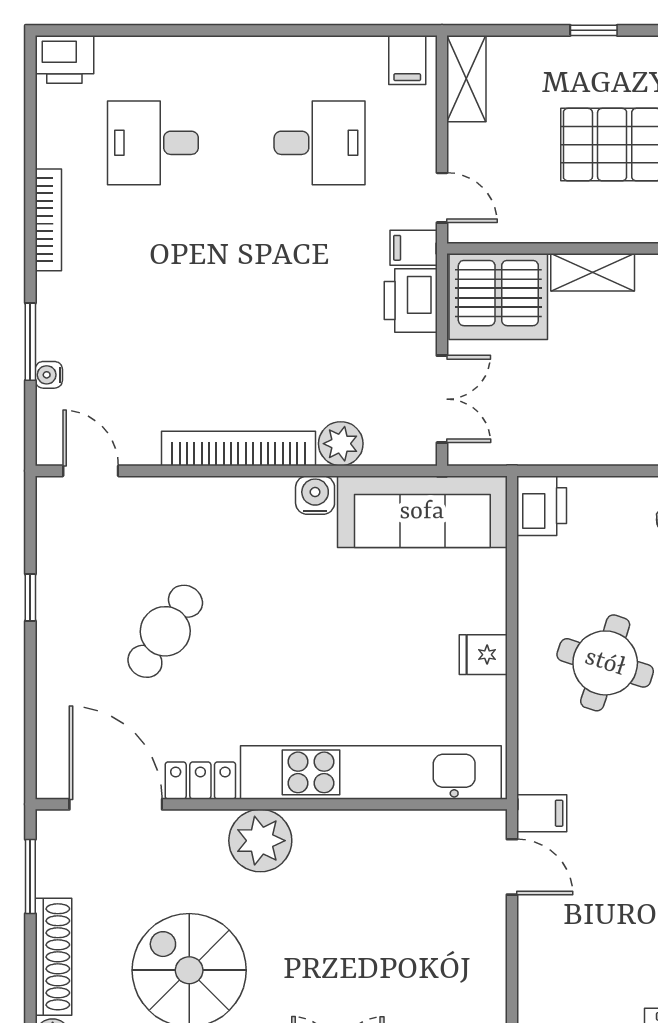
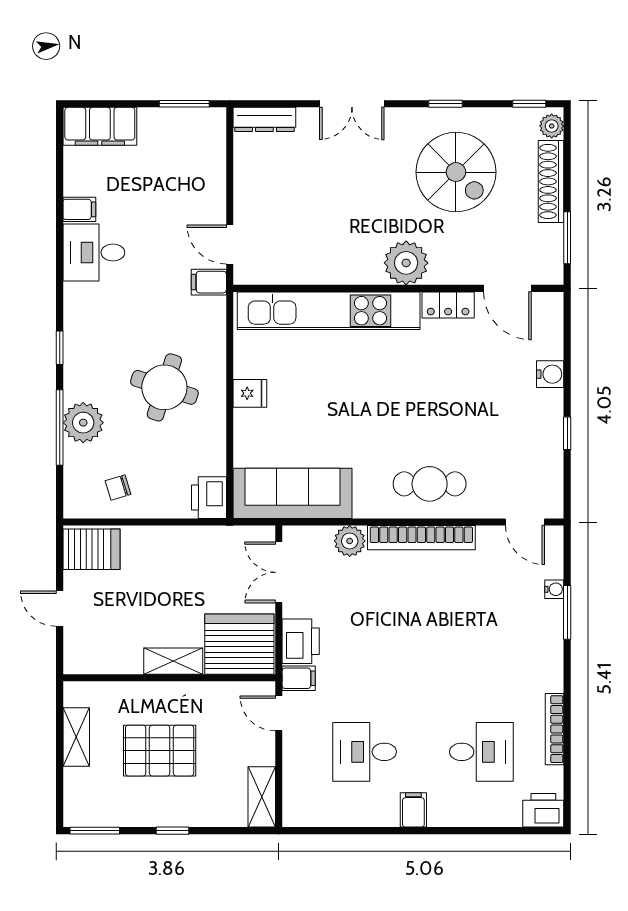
filing cabinet: (407, 60) -> (413, 810), moved
bookcase: (48, 220) -> (555, 729), moved
water cooler: (315, 495) -> (550, 374), moved, turned -90
cafe table: (165, 631) -> (430, 484), moved, turned 56
door: (116, 804) -> (507, 288), width x0.73

